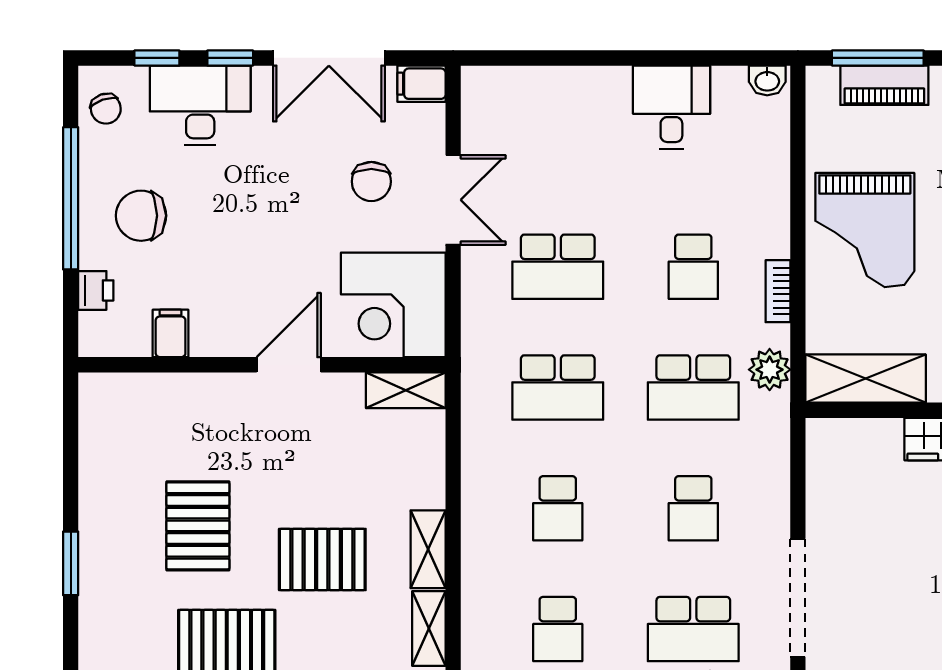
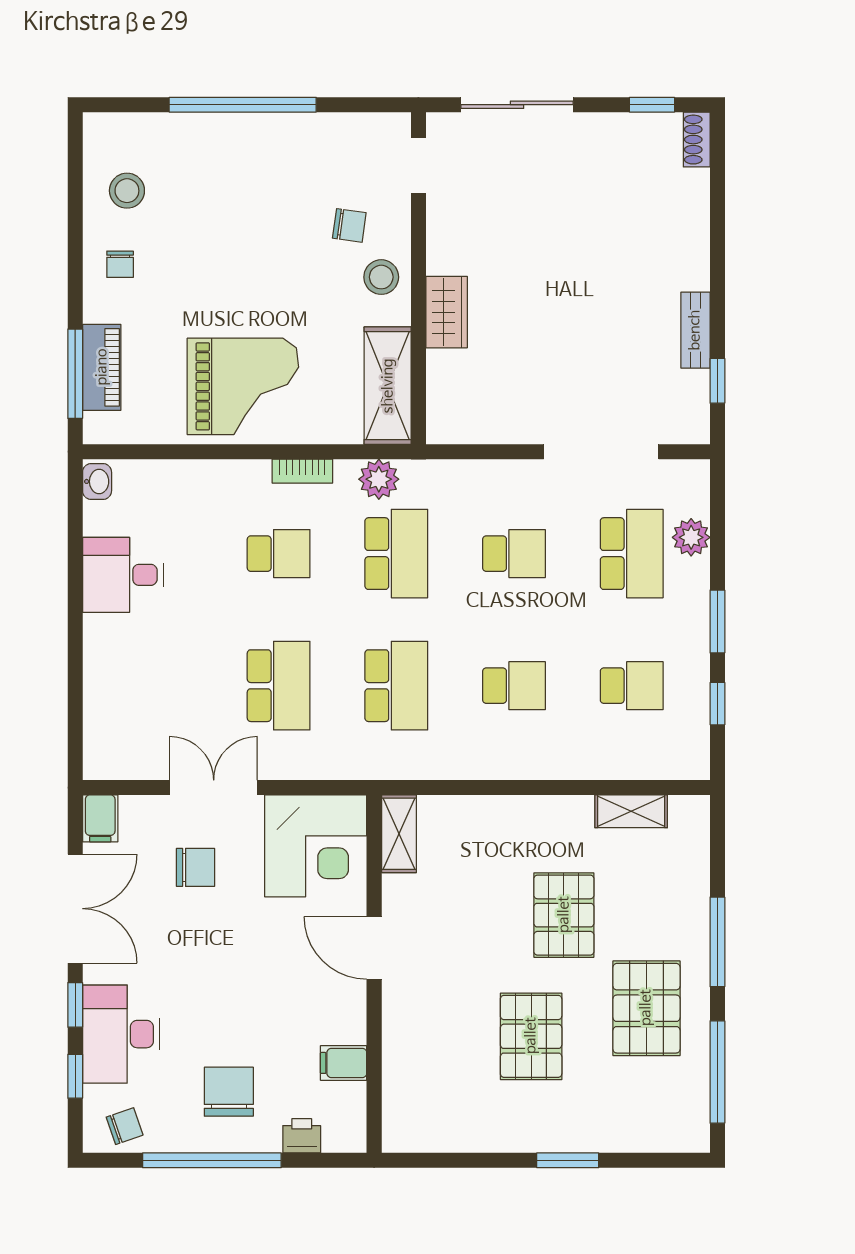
chair: (141, 216) -> (229, 1092), turned 180
pallet: (198, 526) -> (531, 1036), turned 90
shelving: (428, 549) -> (554, 812), removed

